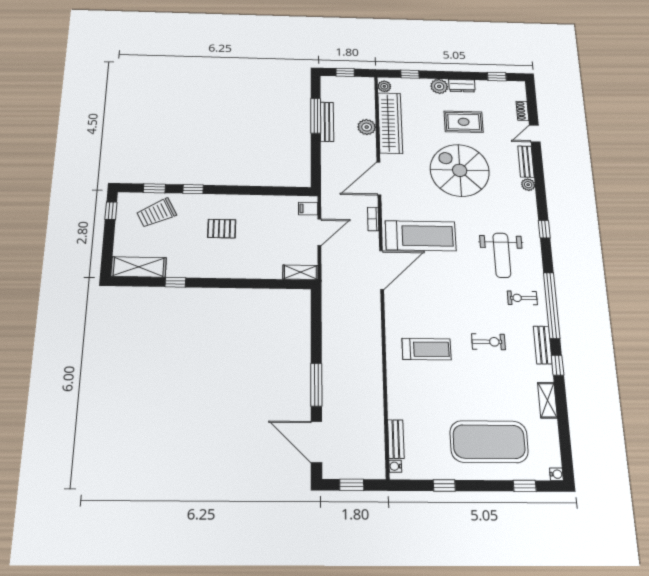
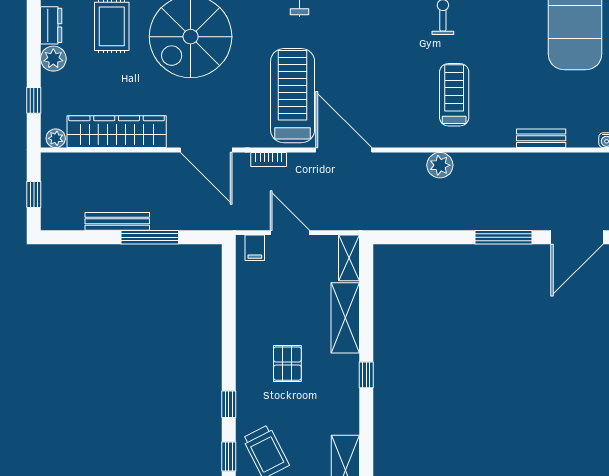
window: (316, 116) -> (150, 237), moved
plant: (367, 127) -> (440, 165), moved
shelving: (255, 269) -> (345, 318), added
window: (175, 282) -> (366, 375), moved
bench: (396, 439) -> (541, 138), moved

